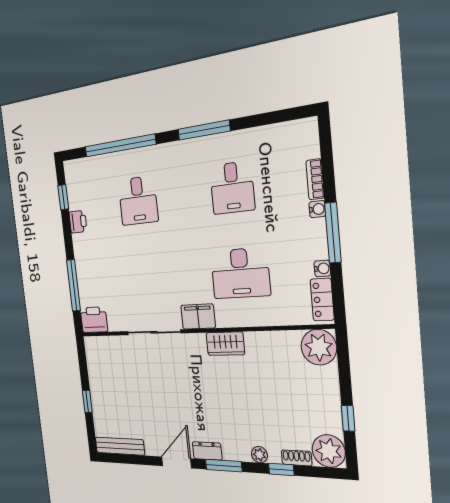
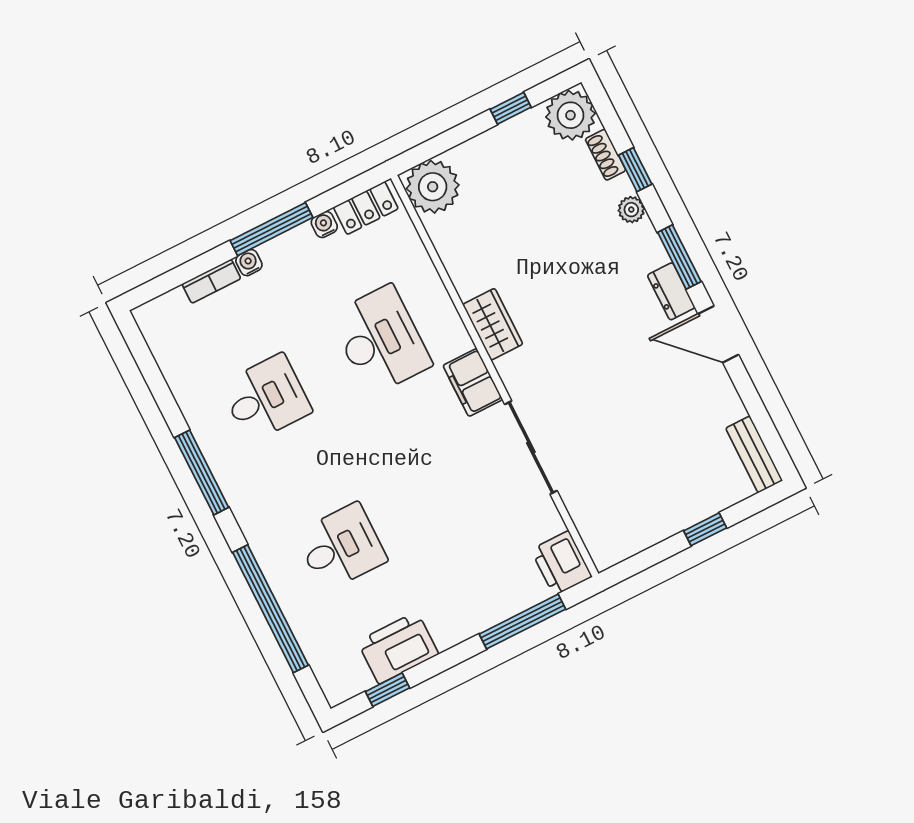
printer: (78, 222) -> (398, 648), width x1.87, depth x1.48
bench: (120, 446) -> (754, 454), width x0.73

